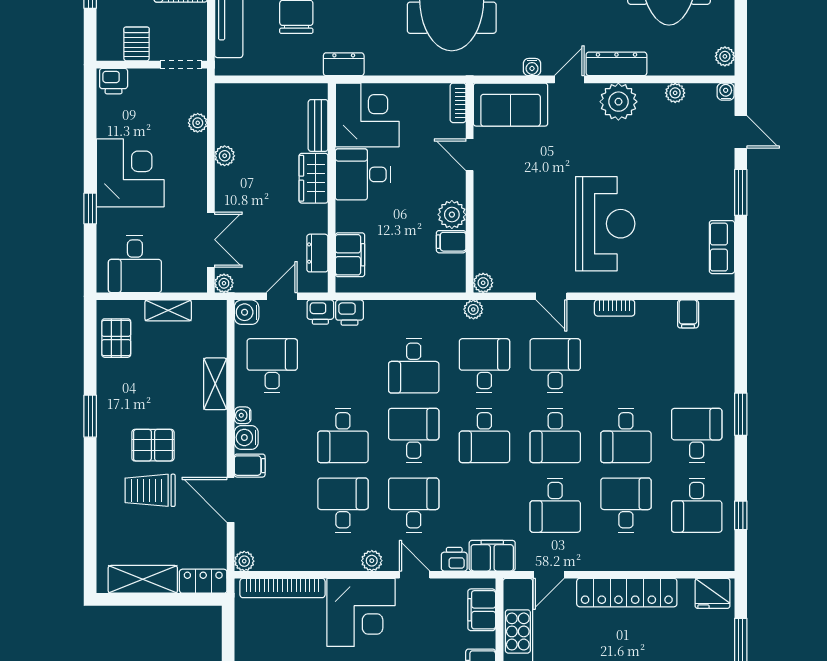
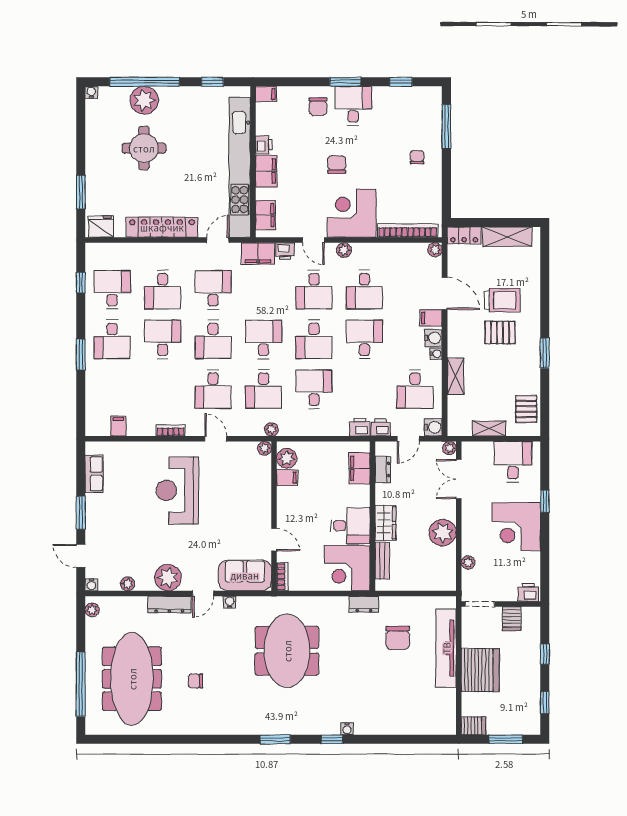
plant: (225, 156) -> (443, 533), width x1.88, depth x1.88
plant: (452, 215) -> (287, 458), moved
desk: (555, 435) -> (213, 339), turned 180

